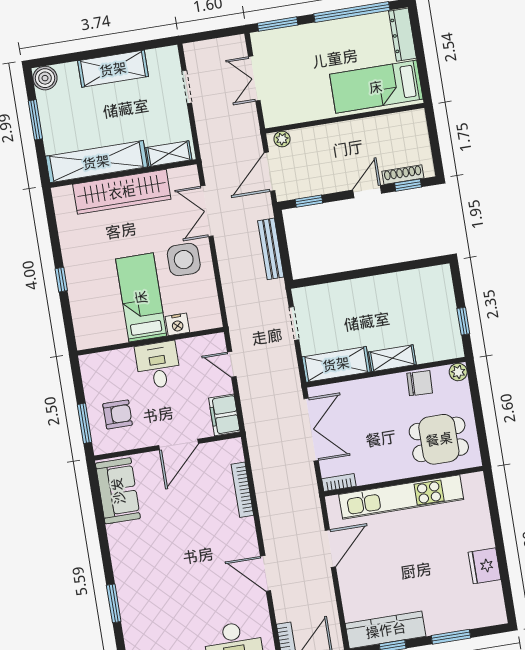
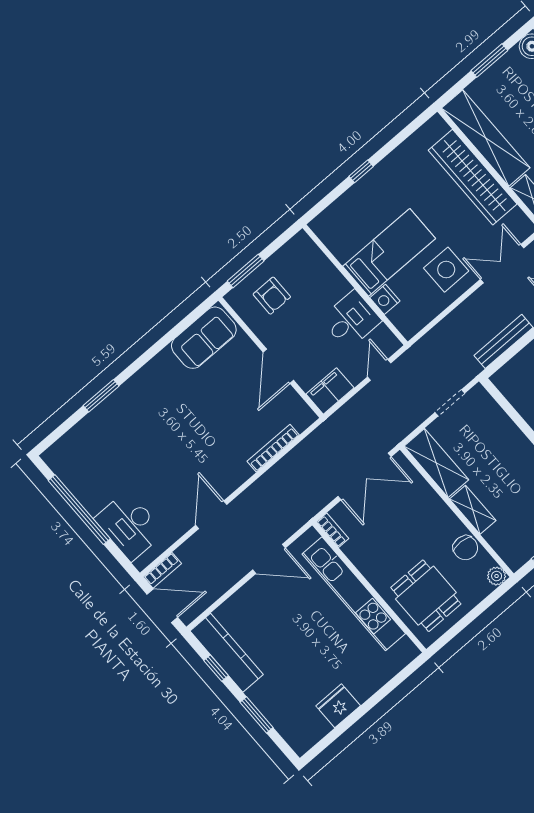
desk: (158, 365) -> (351, 320), moved
door: (178, 444) -> (278, 366), hinge flipped

